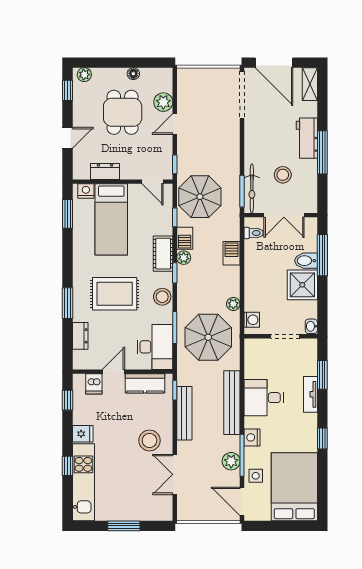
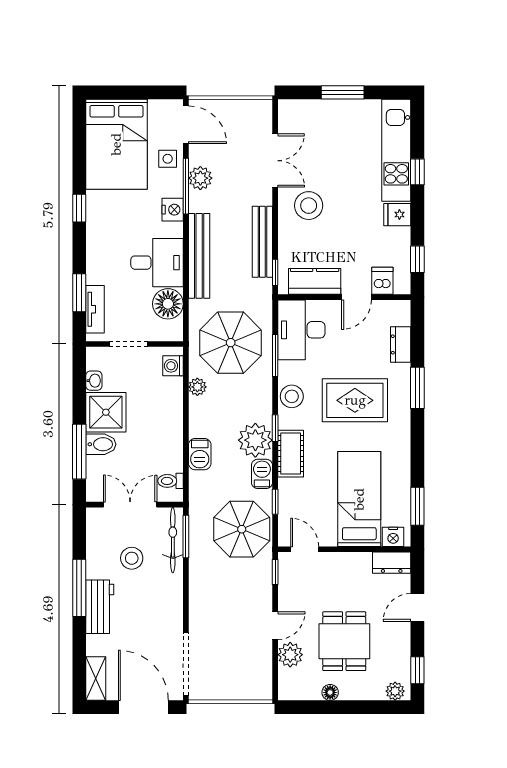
dresser: (105, 171) -> (392, 563), moved
plant: (184, 258) -> (255, 440), width x1.87, depth x1.87
washbasin: (311, 326) -> (94, 381), moved
floor lamp: (255, 366) -> (168, 304), added
tv unit: (310, 394) -> (95, 309), moved

